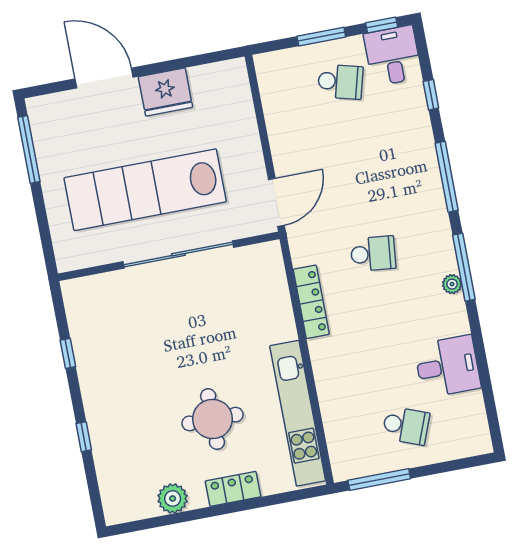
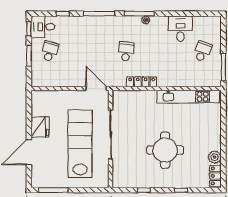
lab bench: (145, 190) -> (80, 144), turned 180
round table: (213, 419) -> (165, 150), moved, width x1.36, depth x1.36
locker: (233, 489) -> (215, 176), moved

